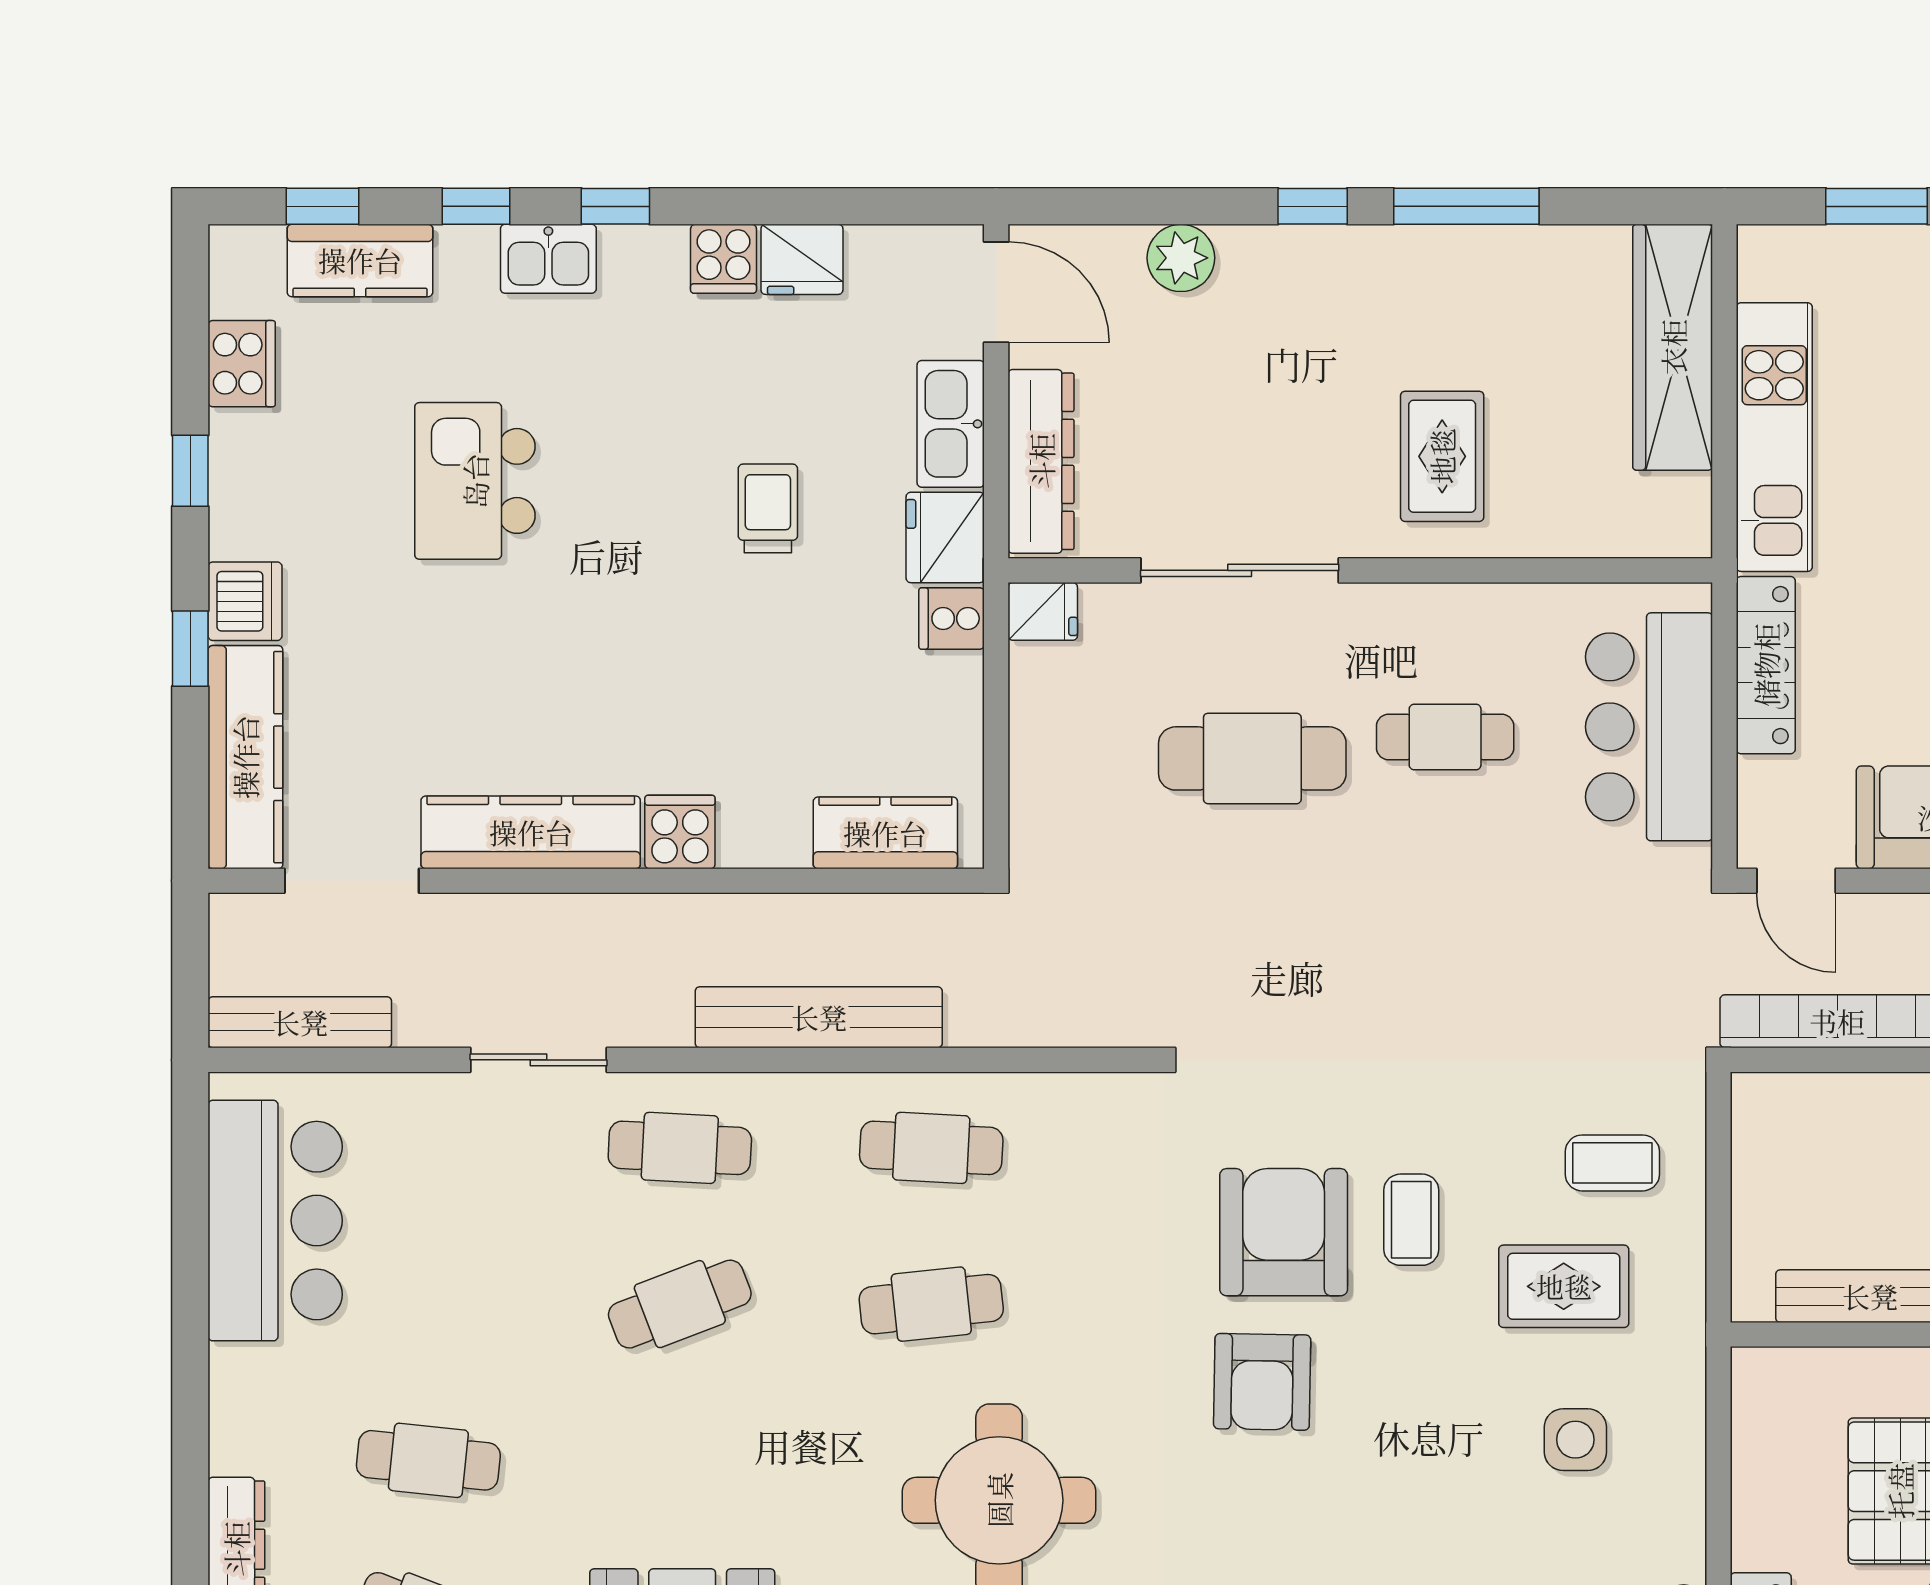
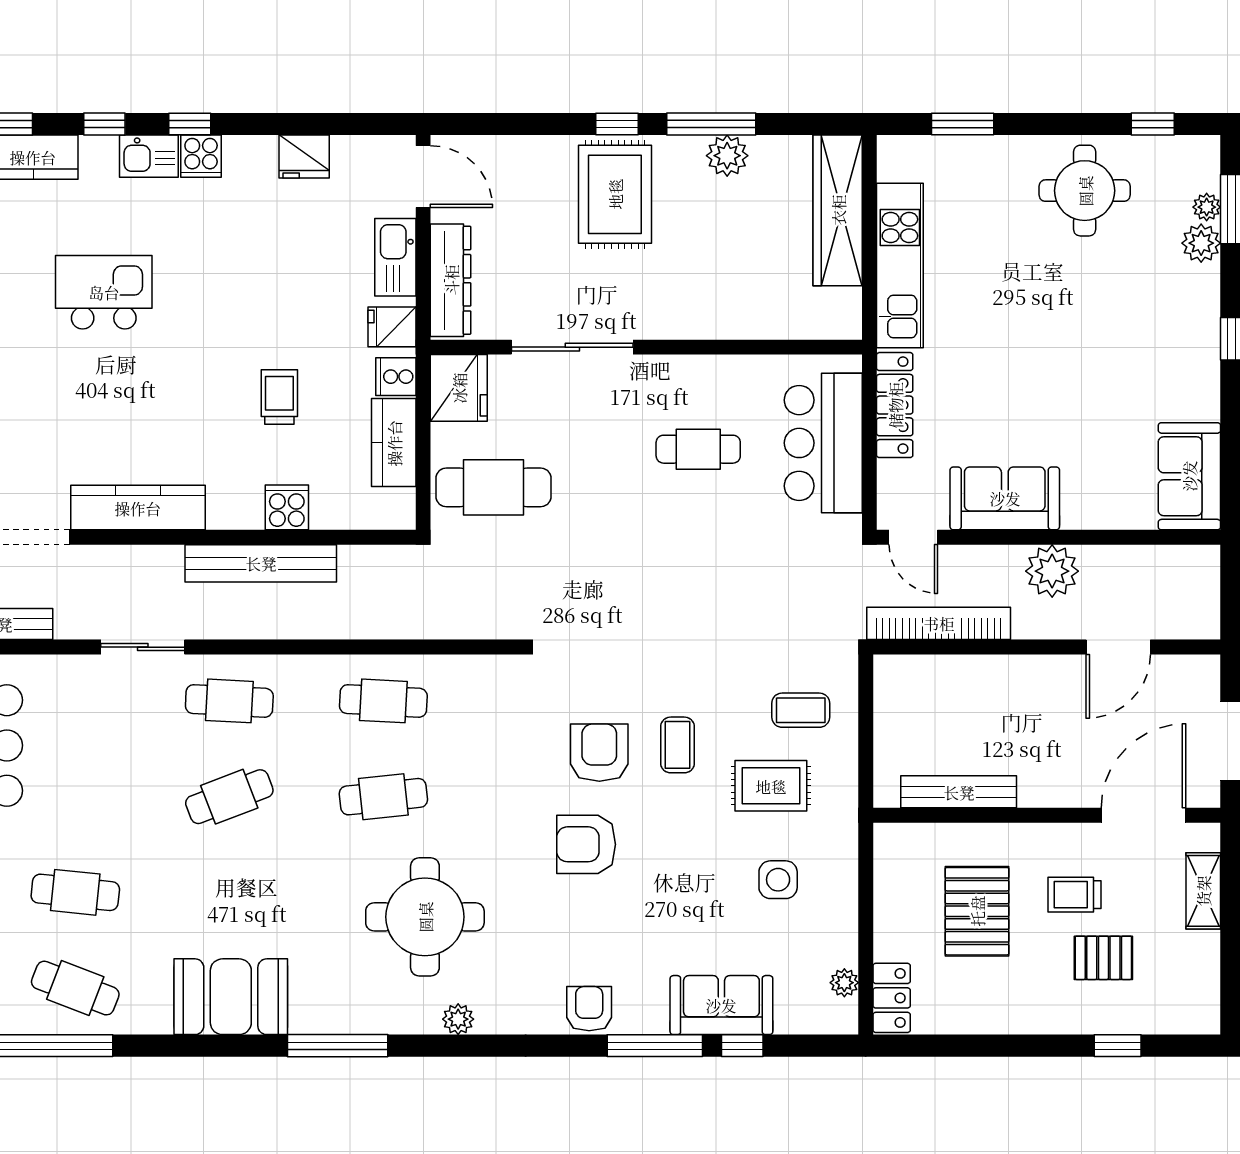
plant: (1181, 258) -> (727, 156), moved
cooker: (724, 259) -> (201, 156), moved
rug: (1442, 456) -> (615, 194), moved, width x1.36, depth x1.43
kitchen island: (475, 481) -> (104, 292), turned 90
trolley: (768, 508) -> (279, 397), moved
fridge: (945, 537) -> (392, 327), width x0.72
fridge: (1043, 611) -> (459, 388), width x1.88, depth x1.34
cafe table: (1252, 758) -> (493, 487), moved
cooker: (680, 832) -> (287, 507), moved
kitchen counter: (885, 833) -> (394, 443), moved, turned -90
bench: (819, 1017) -> (261, 563), moved
armchair: (1284, 1232) -> (599, 753), width x0.73, depth x0.73
armchair: (1262, 1382) -> (586, 844), turned 89

